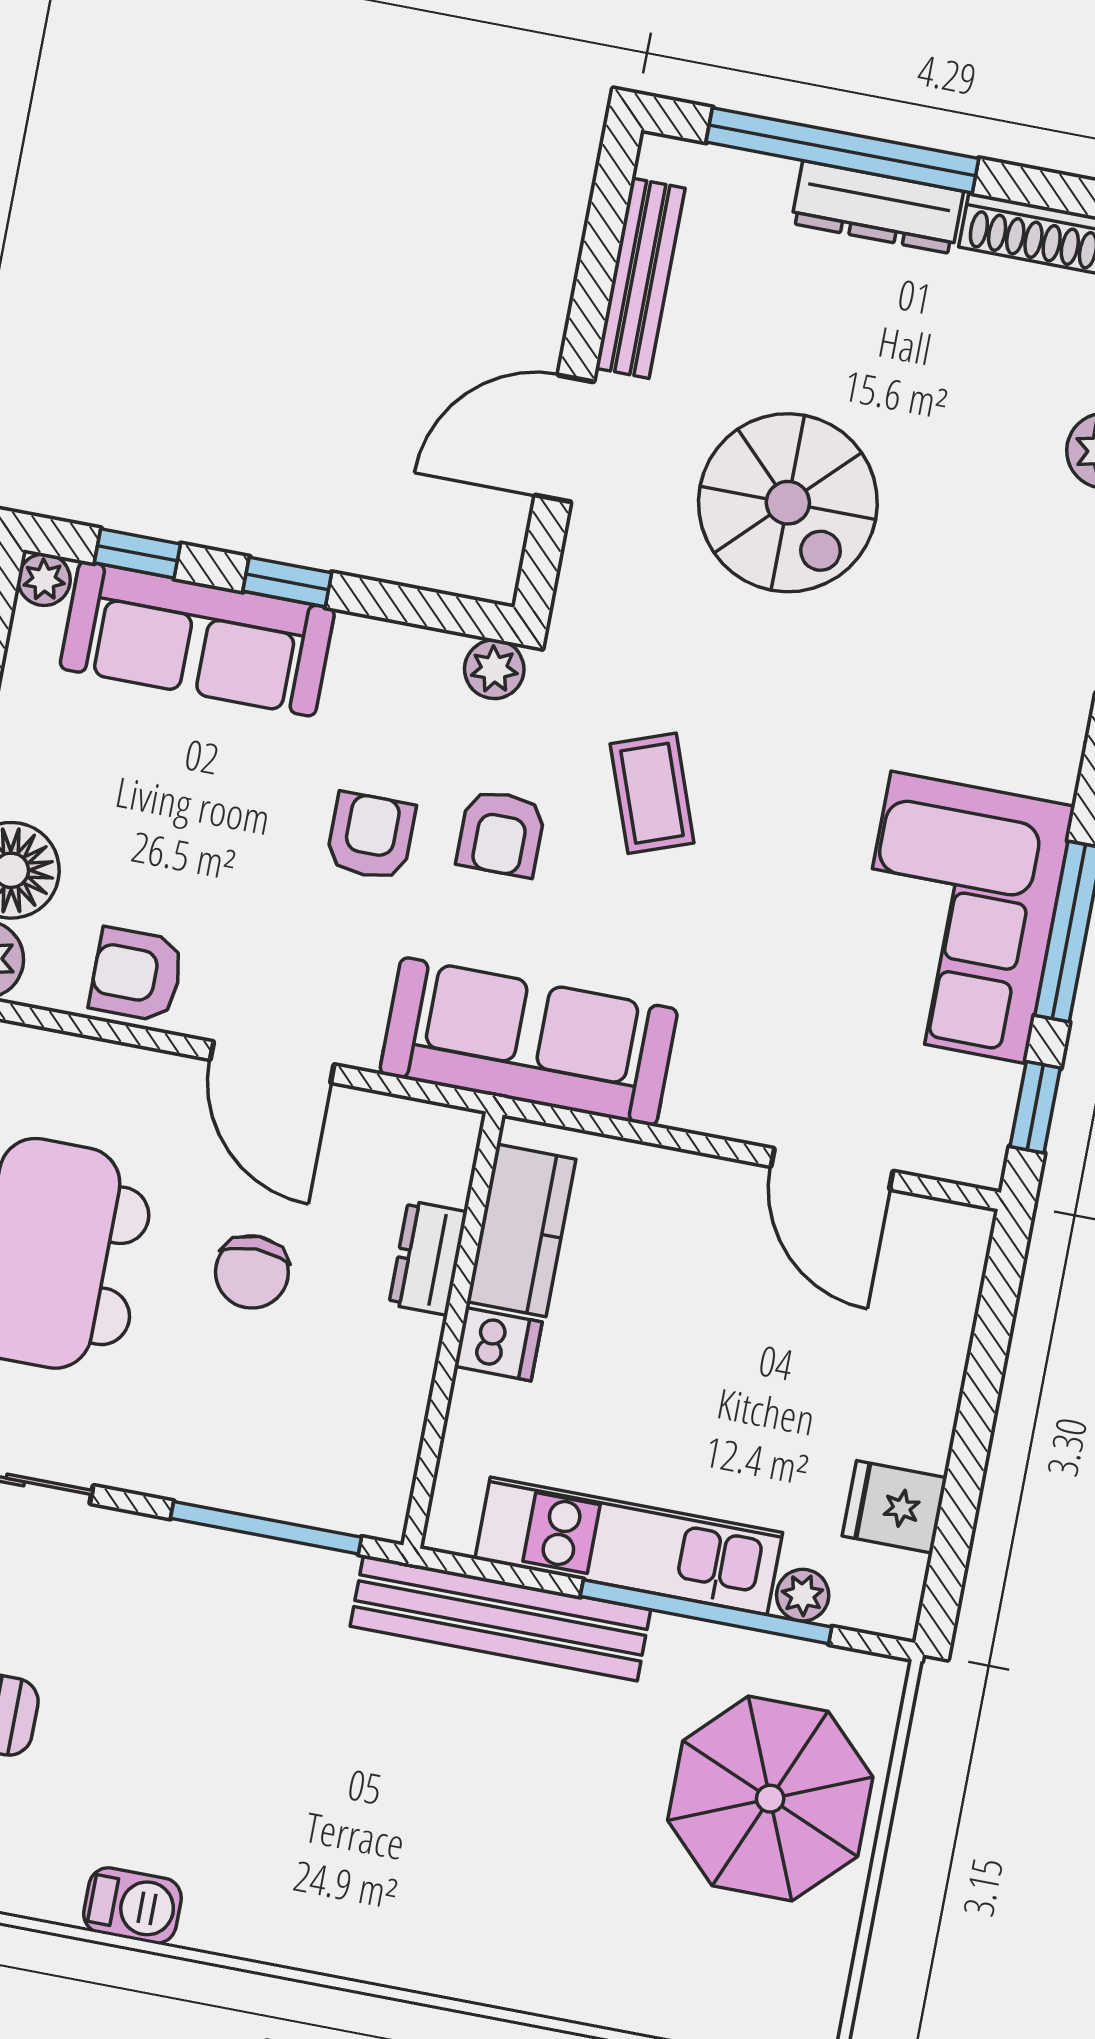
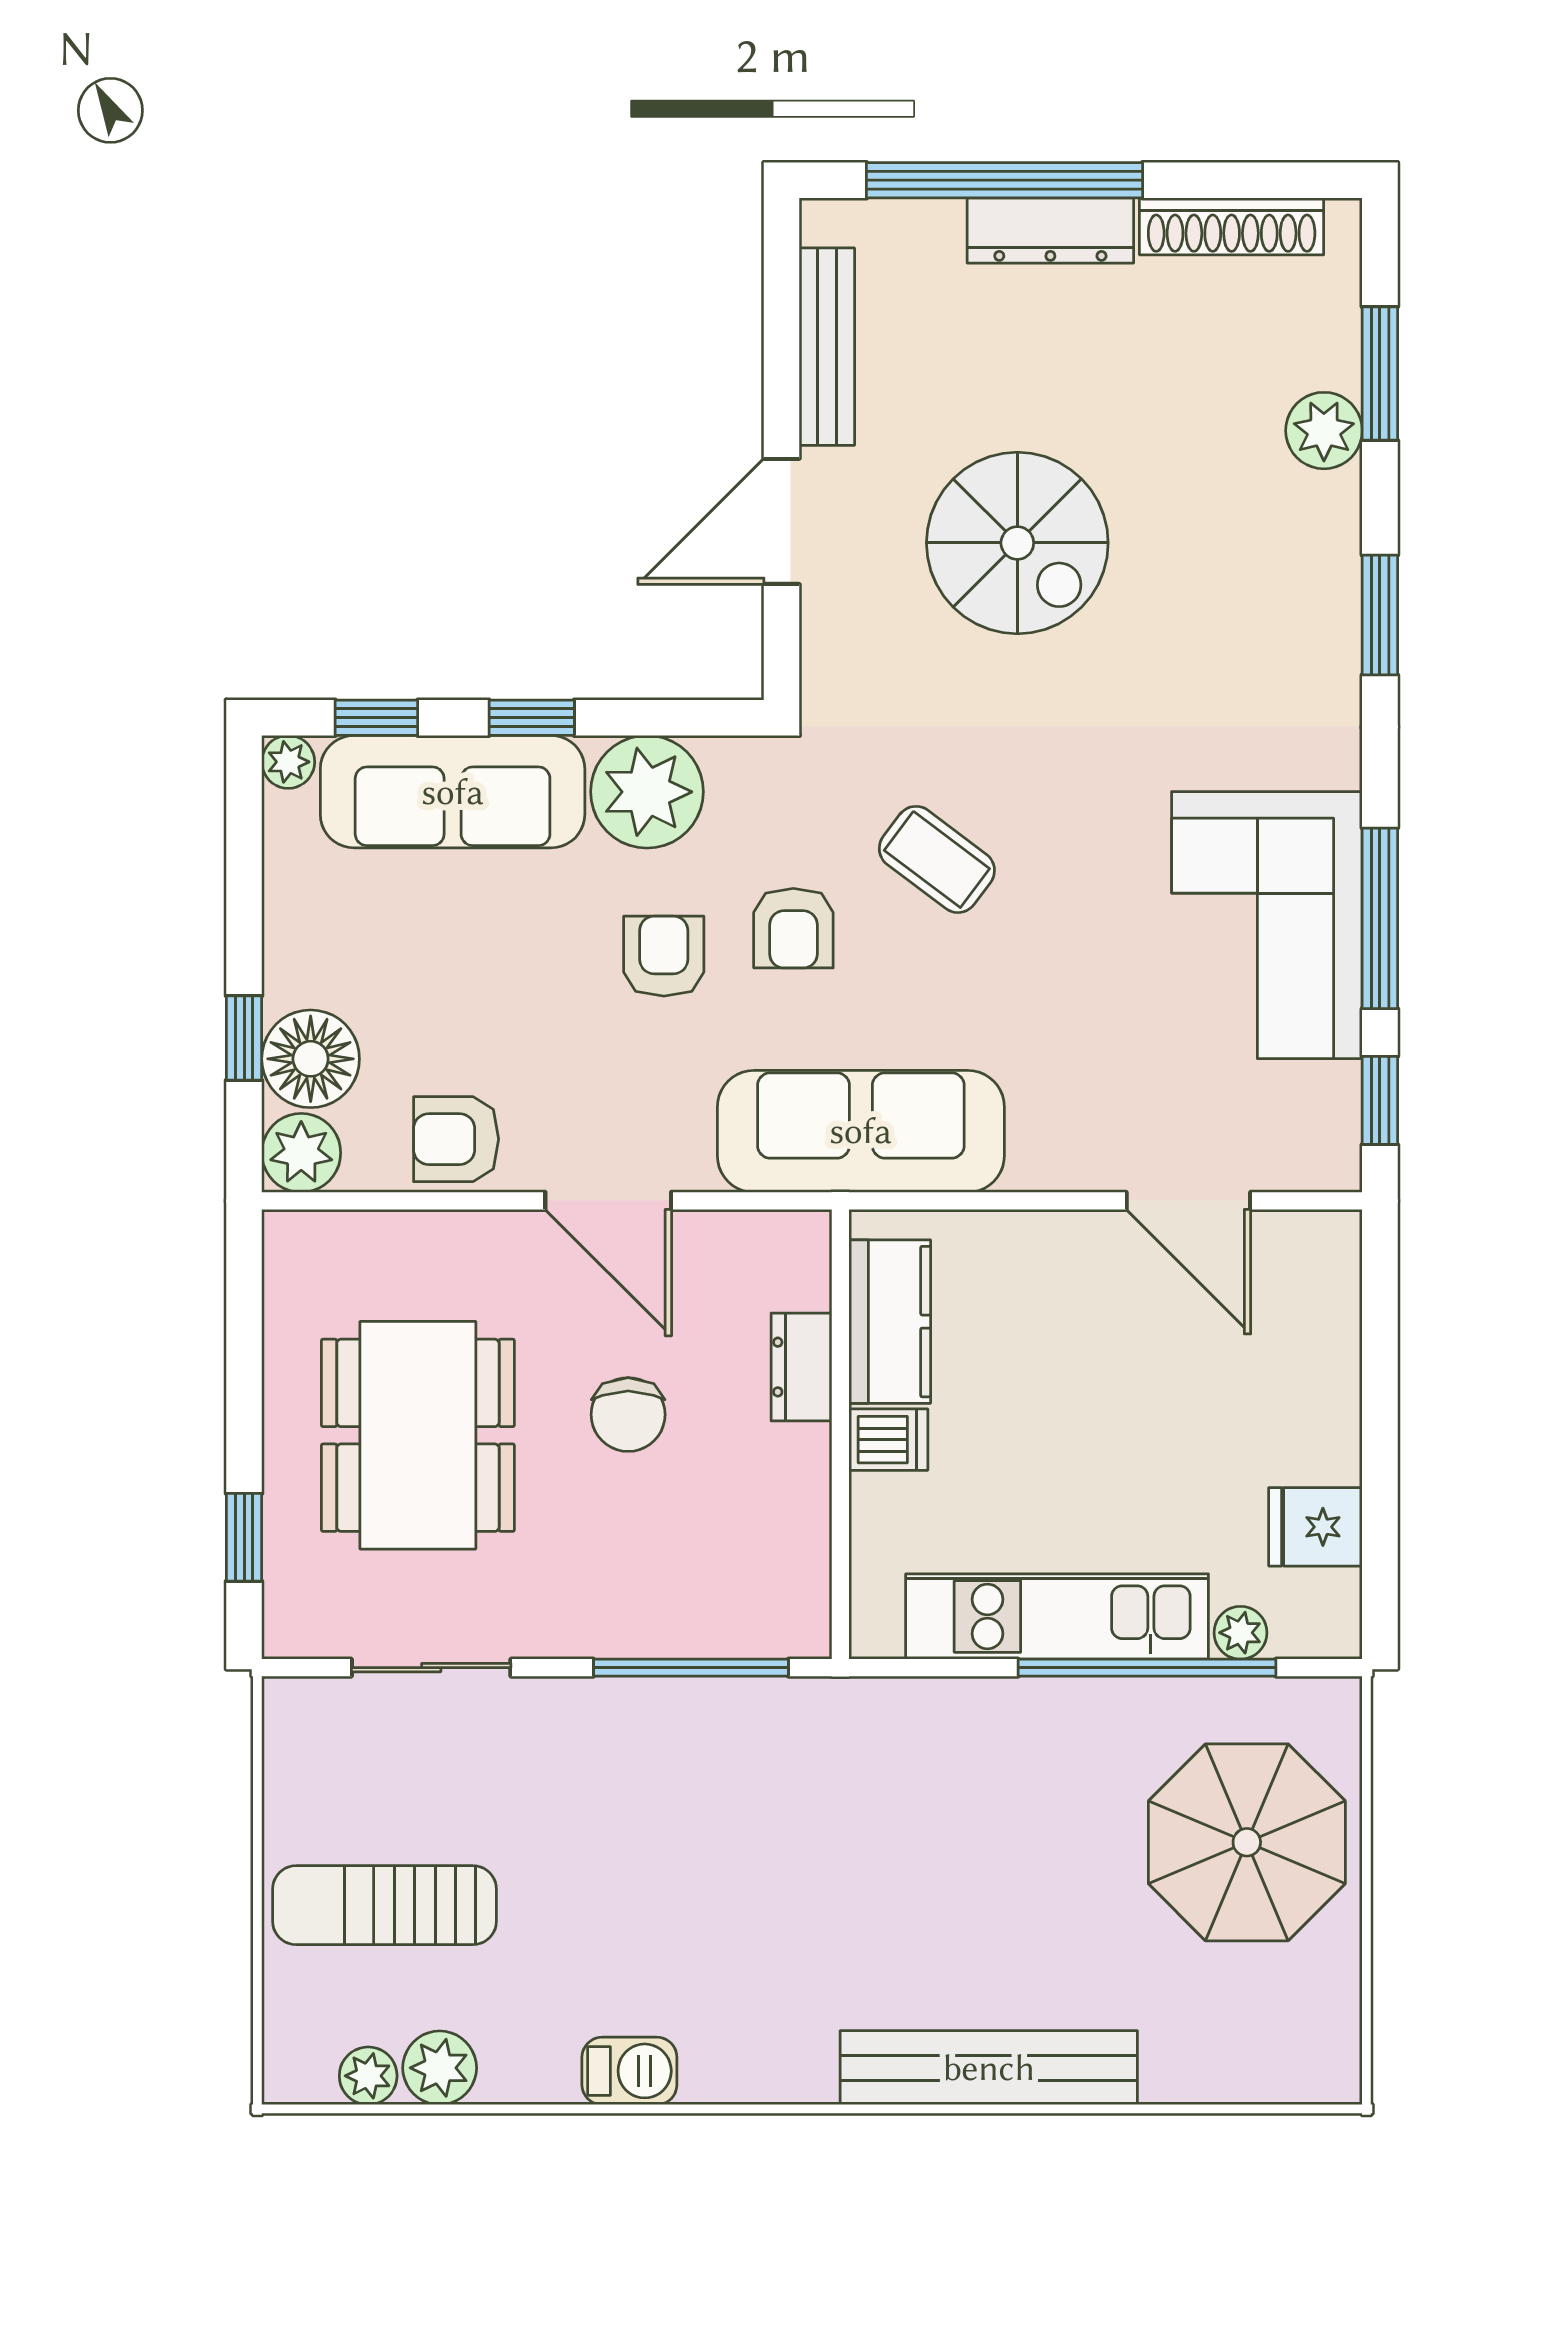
plant: (494, 669) -> (647, 792), moved, width x1.88, depth x1.88
coffee table: (652, 793) -> (937, 859), turned -33
bench: (500, 1618) -> (989, 2068), moved

